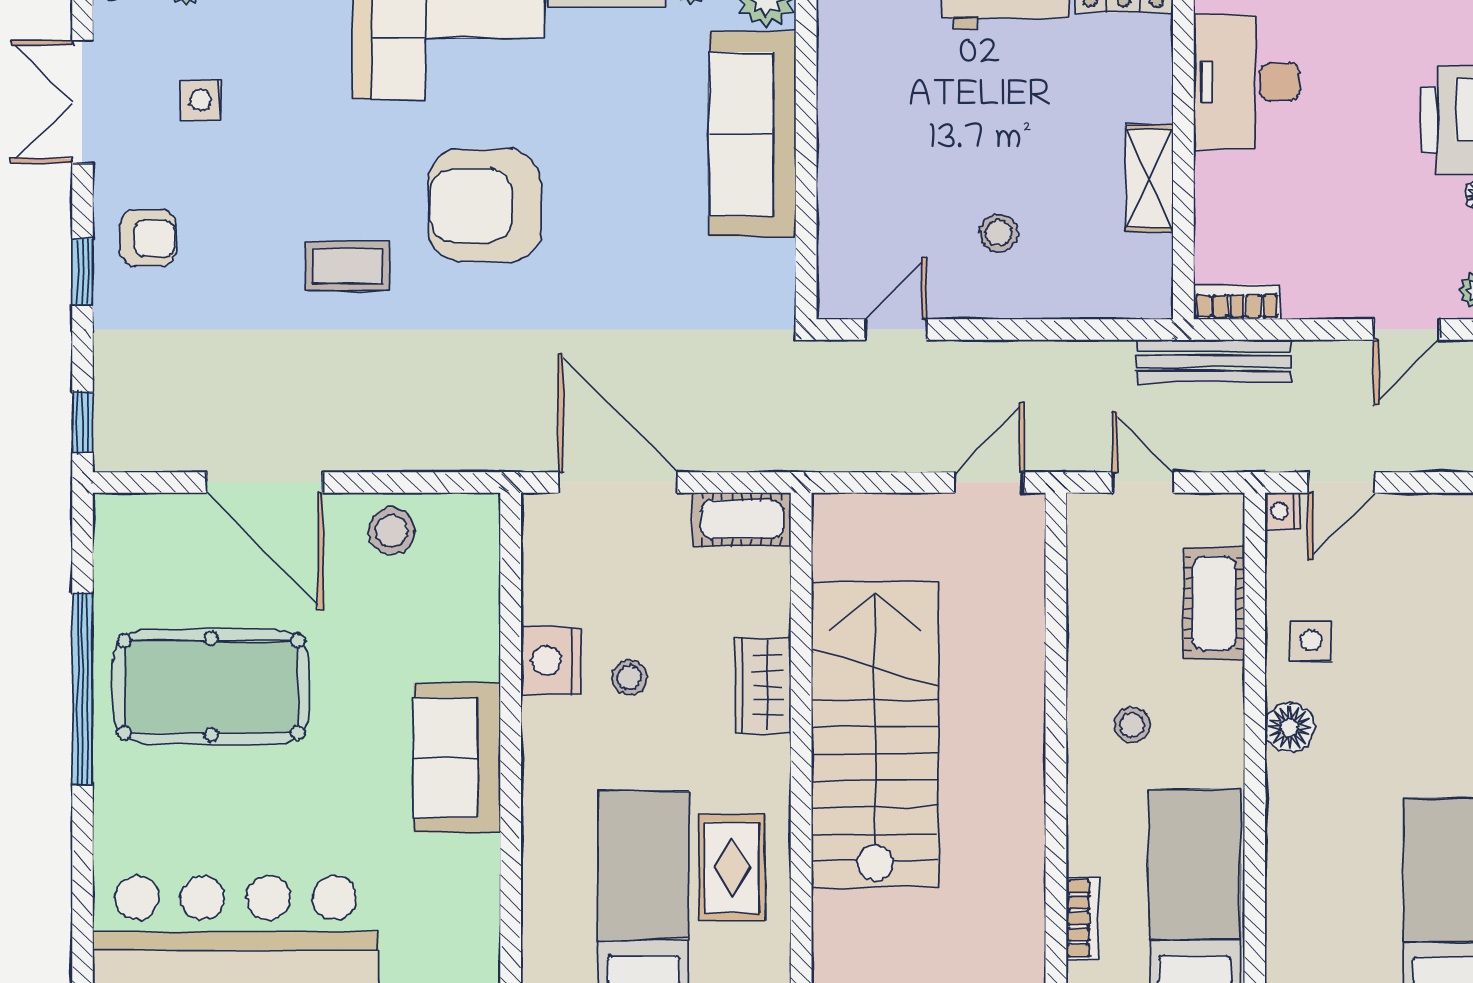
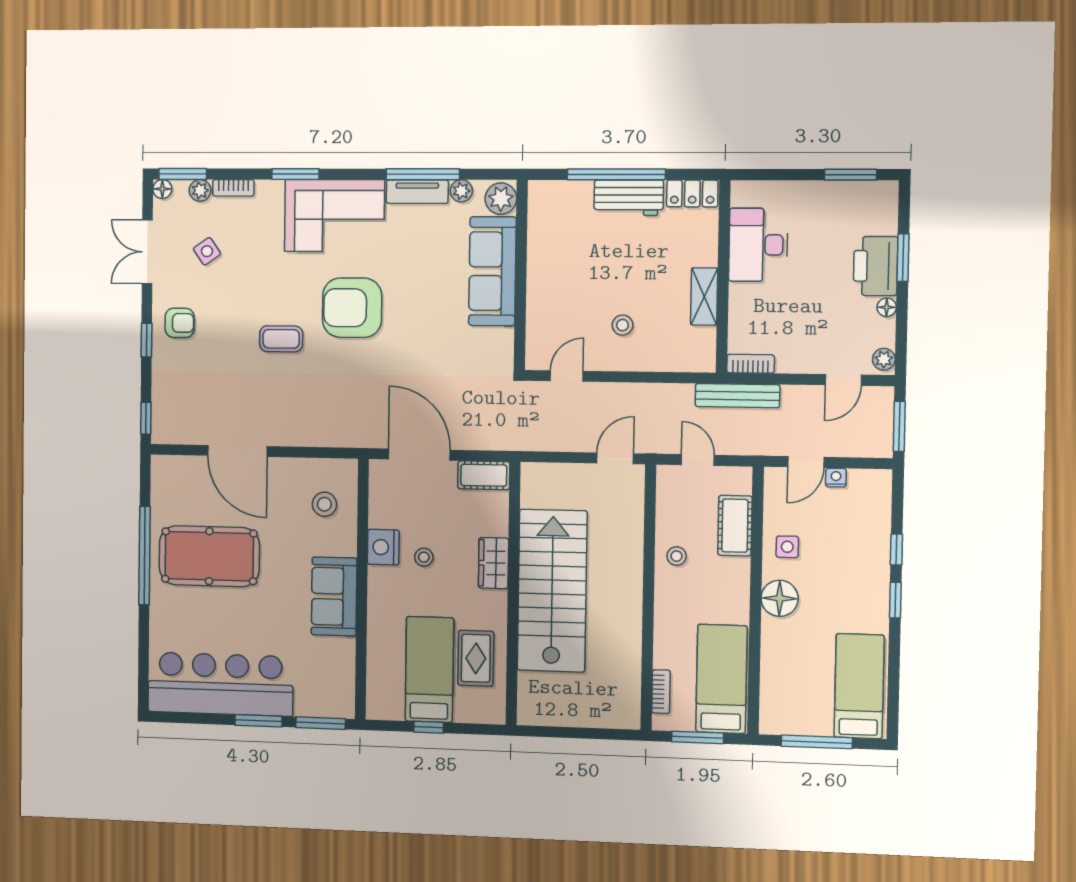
side table: (200, 100) -> (207, 251), turned -35
nightstand: (1282, 511) -> (836, 478), moved, turned 90
stool: (392, 531) -> (324, 504), moved
stool: (1132, 725) -> (677, 556), moved
floor lamp: (1289, 728) -> (780, 598), width x1.38, depth x1.38

